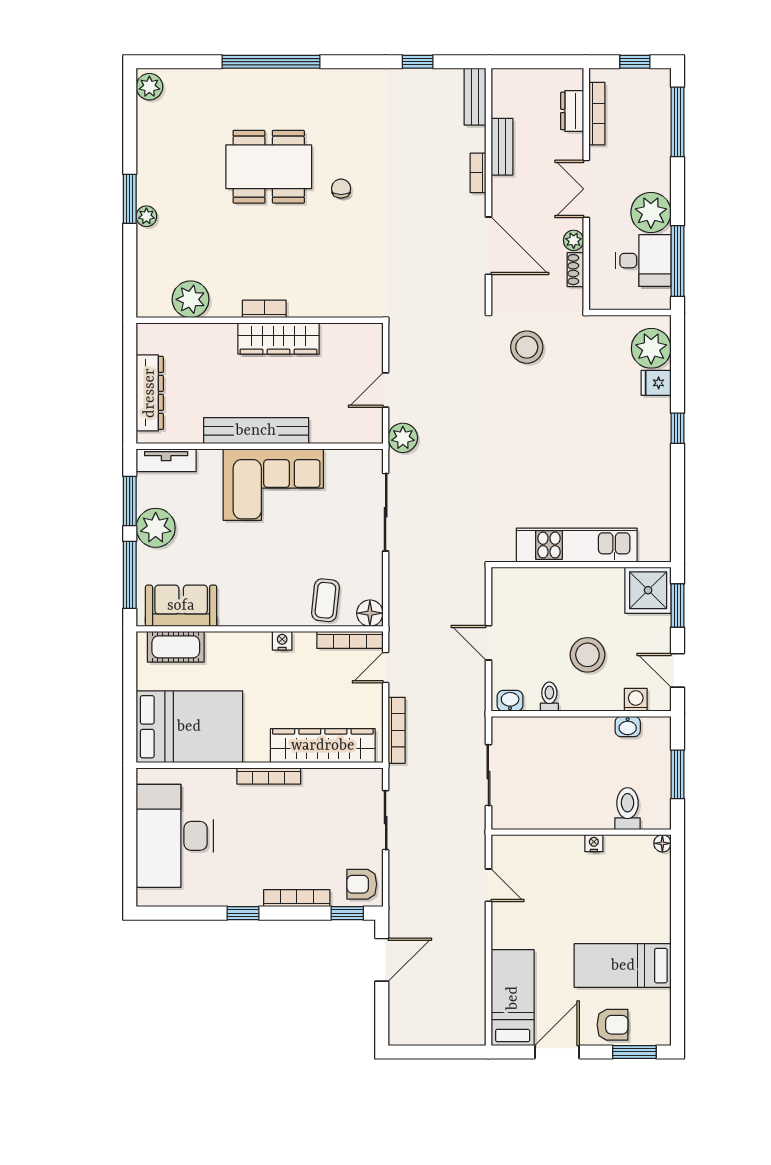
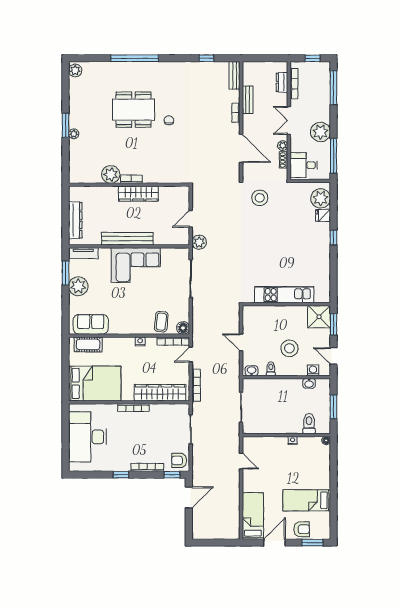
desk: (643, 261) -> (304, 165), moved, turned 180
plant: (191, 299) -> (111, 174), moved
window: (130, 575) -> (66, 309), removed

